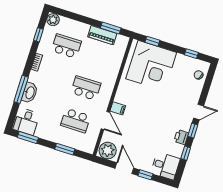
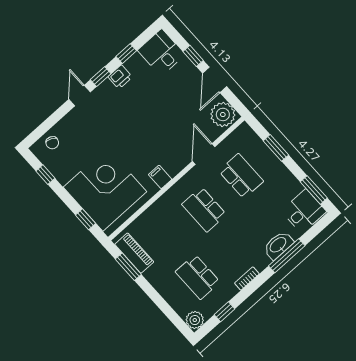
piano: (102, 35) -> (134, 253), moved
filing cabinet: (118, 108) -> (160, 177), moved
door: (199, 112) -> (80, 96), hinge flipped

